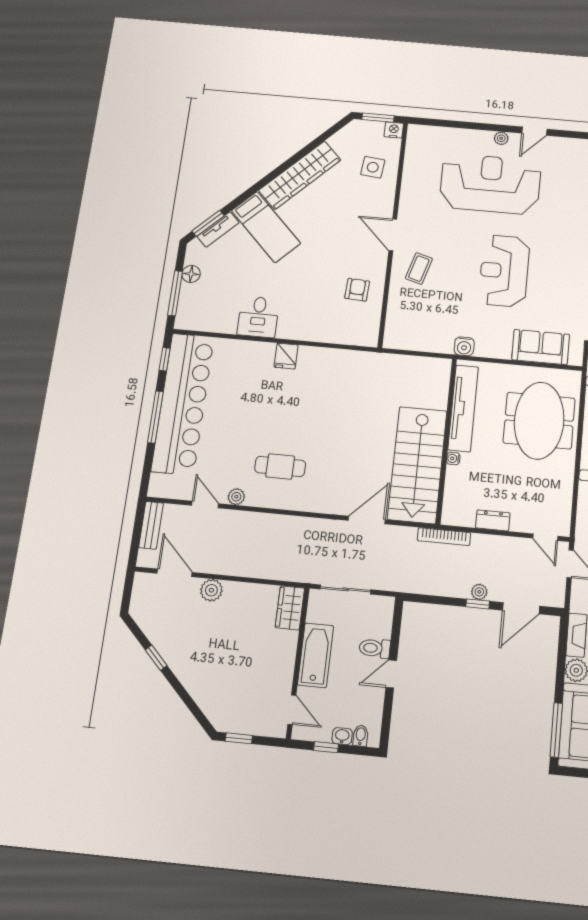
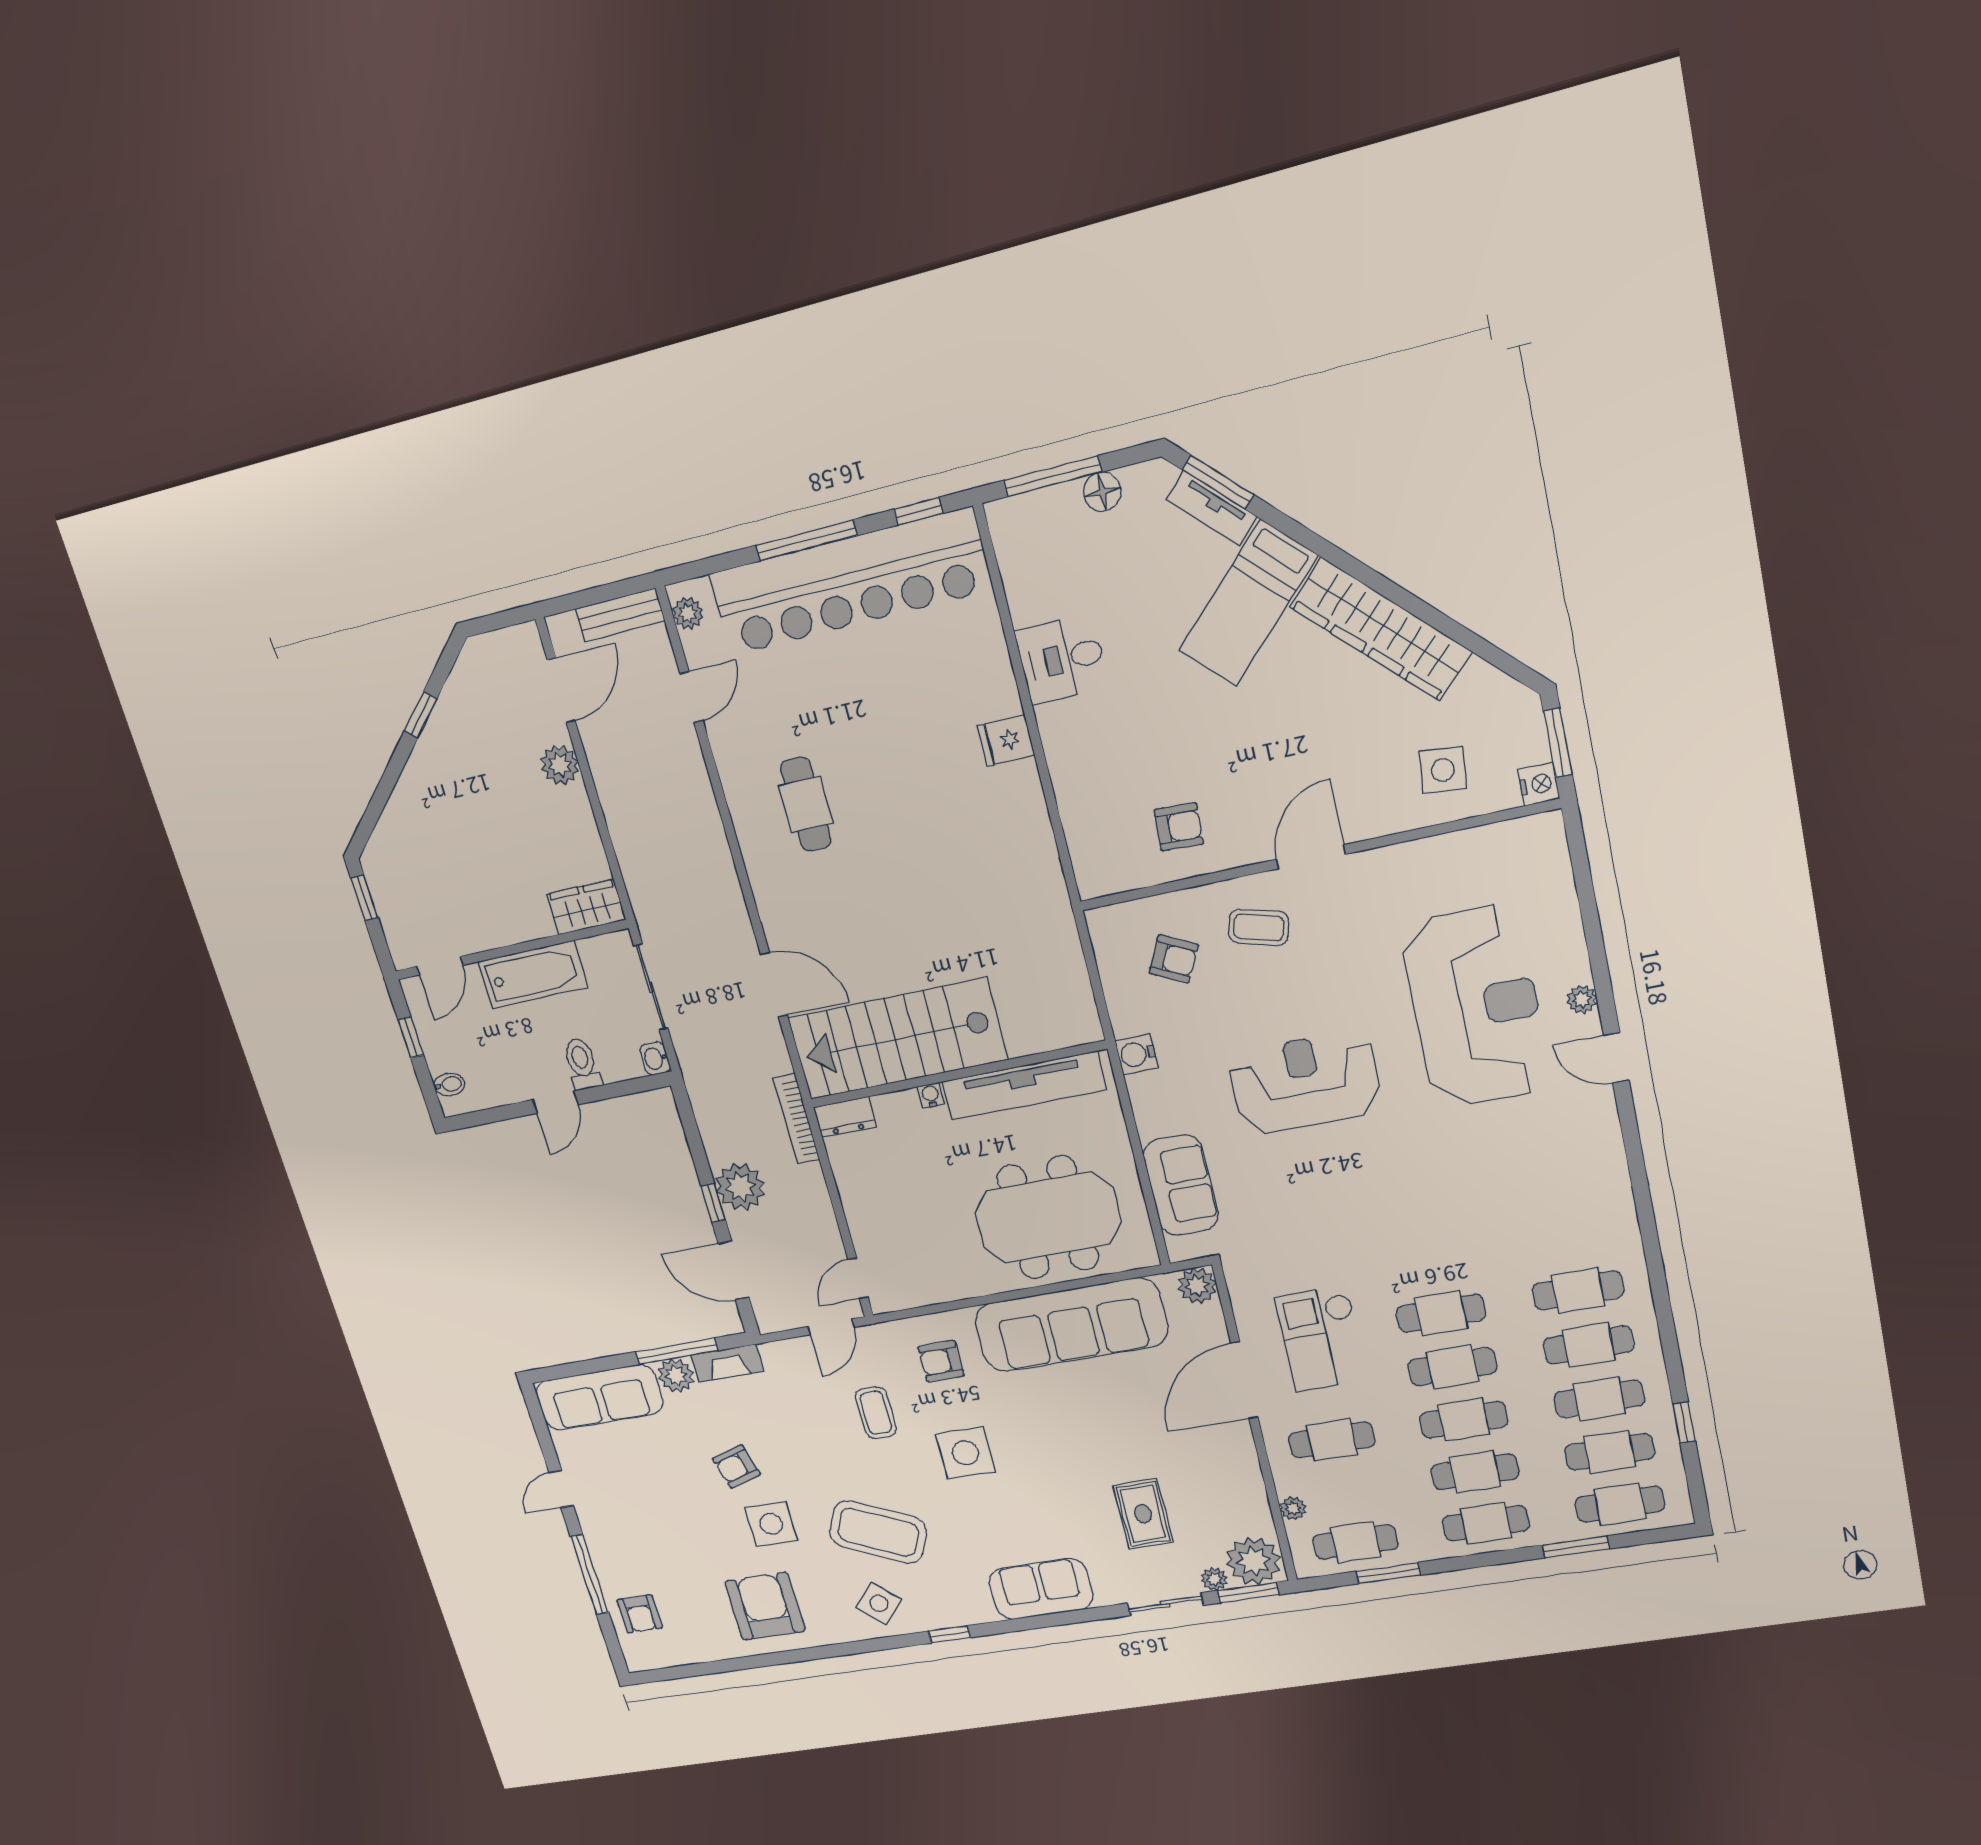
armchair: (421, 313) -> (1174, 959), added
plant: (236, 497) -> (688, 613), moved
dresser: (493, 520) -> (845, 1117), moved, turned 90
plant: (479, 592) -> (740, 1187), width x1.88, depth x1.88
door: (391, 674) -> (556, 1102), swing flipped
window: (556, 730) -> (677, 1351), moved
washbasin: (342, 736) -> (655, 1058), moved, turned 180

